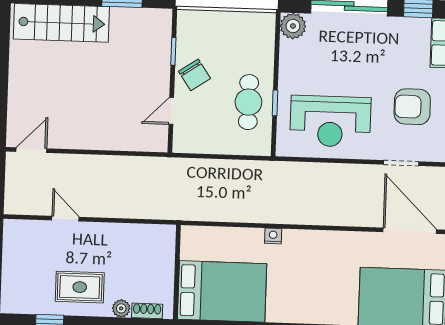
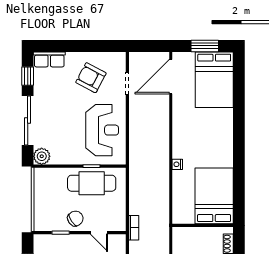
cafe table: (248, 102) -> (92, 183), width x1.37, depth x1.35
armchair: (412, 107) -> (91, 78), turned 118
bookcase: (177, 165) -> (134, 228), added

